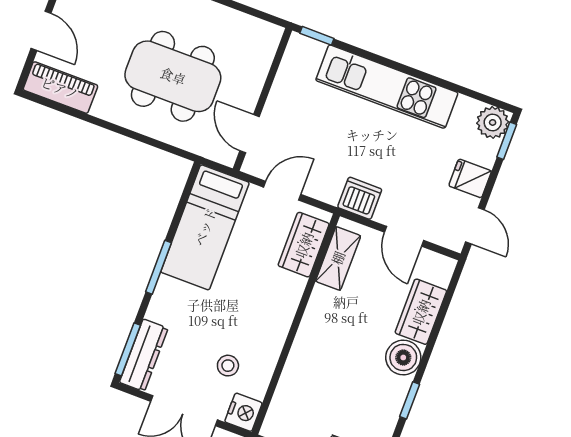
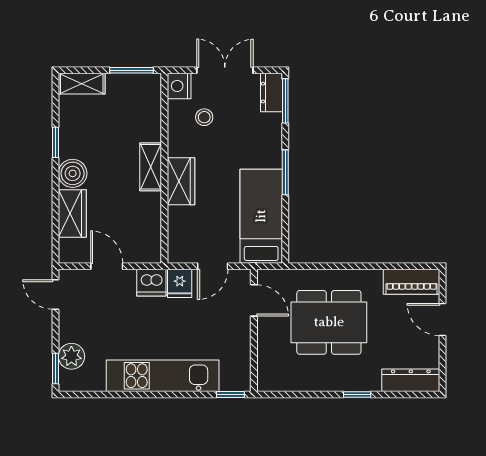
plant: (493, 122) -> (71, 356), moved
fridge: (470, 178) -> (180, 283), moved, turned 90
wardrobe: (304, 245) -> (181, 181), moved
shelving: (338, 258) -> (151, 167), moved
dresser: (144, 355) -> (272, 93), width x0.70

